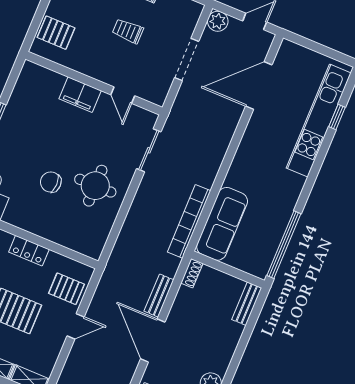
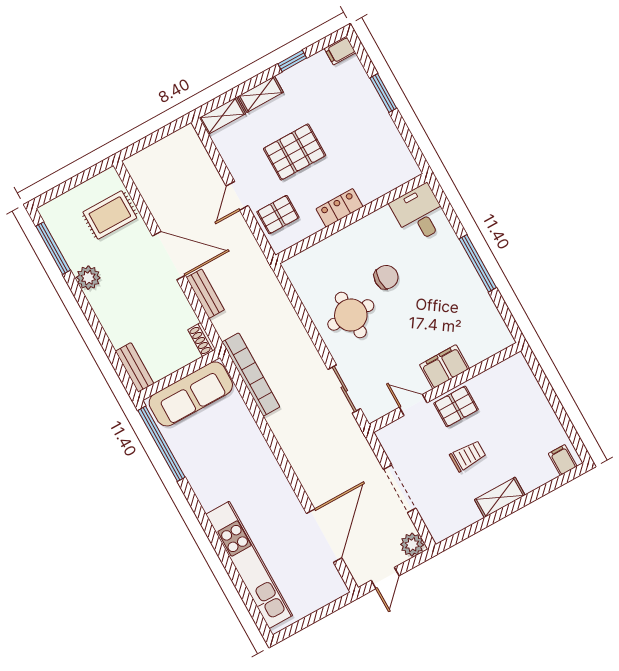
pallet: (56, 33) -> (456, 406), moved
window: (337, 117) -> (239, 584), removed
sofa: (222, 224) -> (191, 394), moved, turned -90

